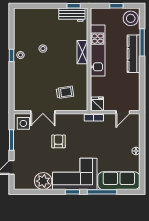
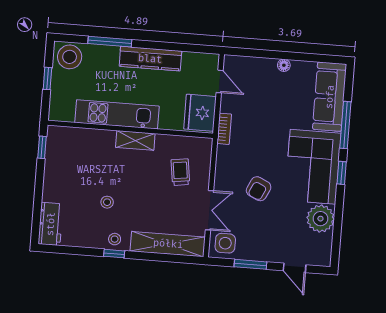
workbench: (72, 15) -> (51, 224), moved
shelving: (82, 52) -> (135, 140), moved
kitchen counter: (134, 54) -> (150, 59), moved
shelving: (20, 88) -> (168, 244), added
fridge: (97, 104) -> (200, 113), width x1.88, depth x1.34
armchair: (59, 141) -> (259, 189), turned -65

